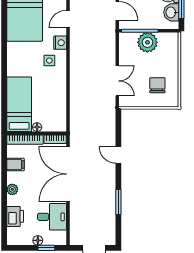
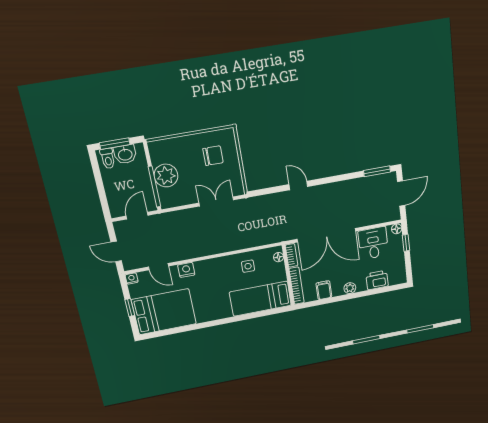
side table: (49, 61) -> (248, 266), moved
chair: (157, 85) -> (213, 156), turned 180
floor lamp: (37, 127) -> (278, 257), moved
door: (118, 155) -> (298, 185), swing flipped
window: (118, 202) -> (377, 171), moved
floor lamp: (38, 240) -> (397, 229), moved

